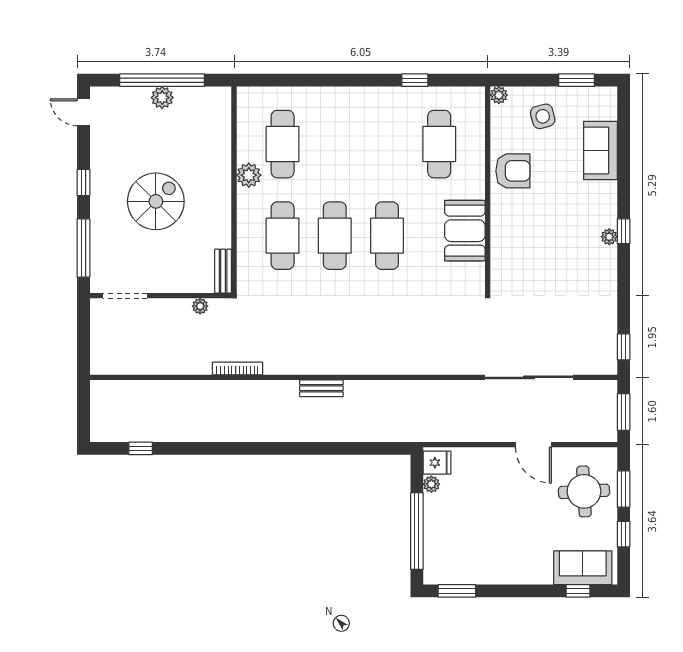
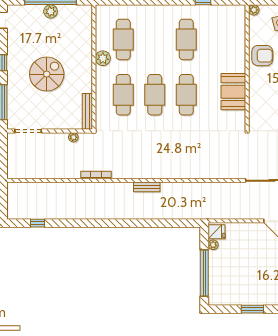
cafe table: (439, 144) -> (186, 39), moved
bench: (223, 271) -> (87, 111), width x1.36
window: (457, 591) -> (252, 309), moved

